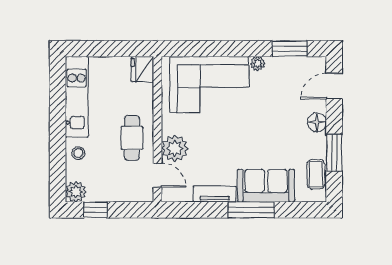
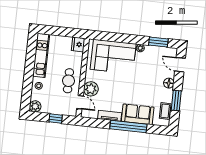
door: (334, 86) -> (180, 65), hinge flipped
window: (96, 210) -> (56, 118), moved
window: (251, 210) -> (128, 126), width x1.46

